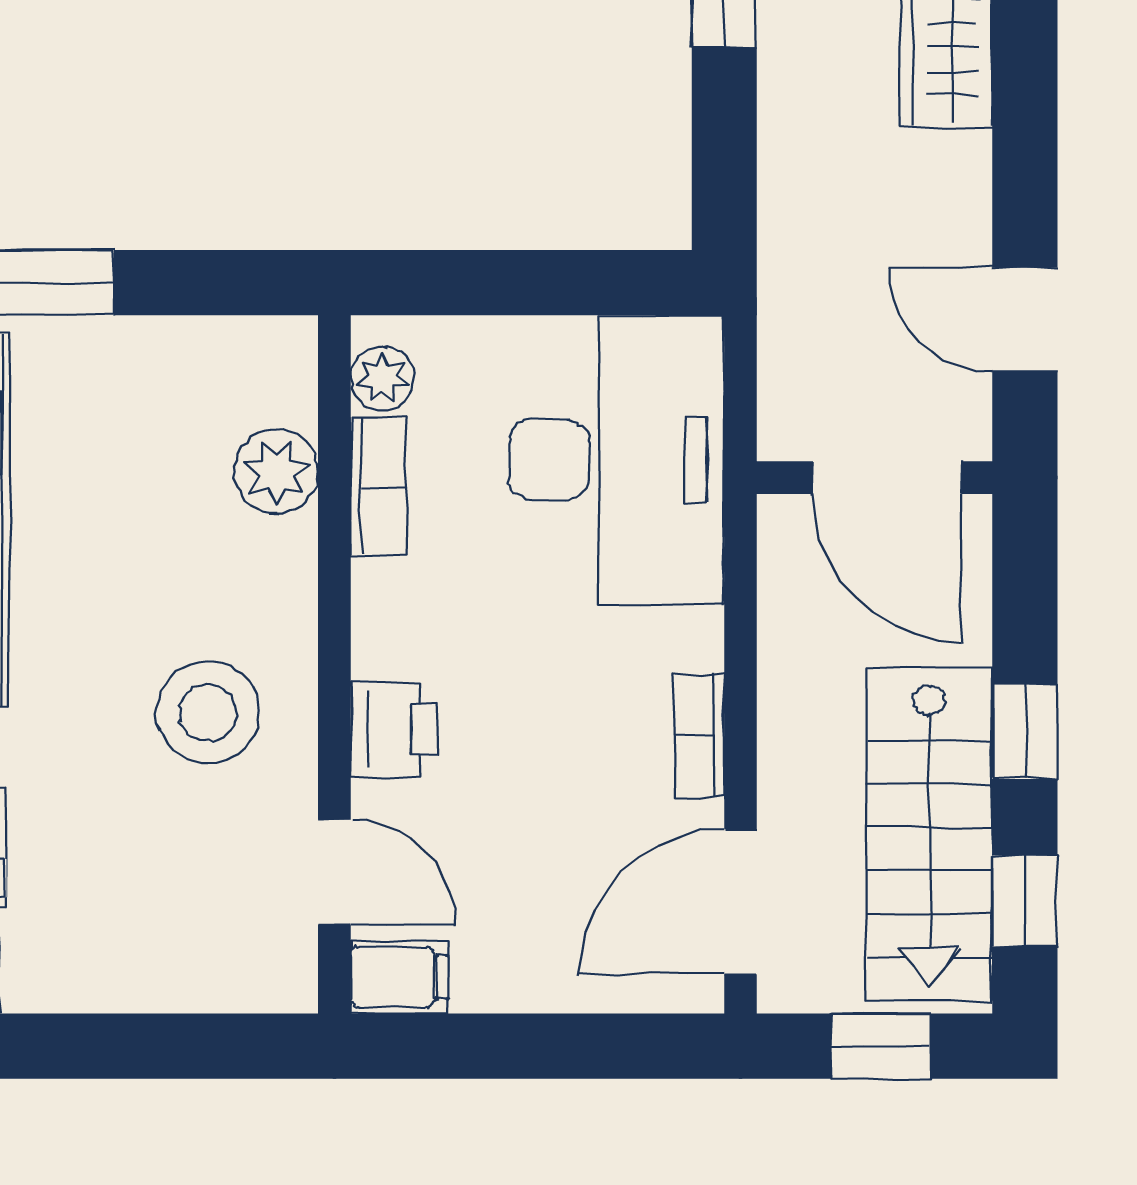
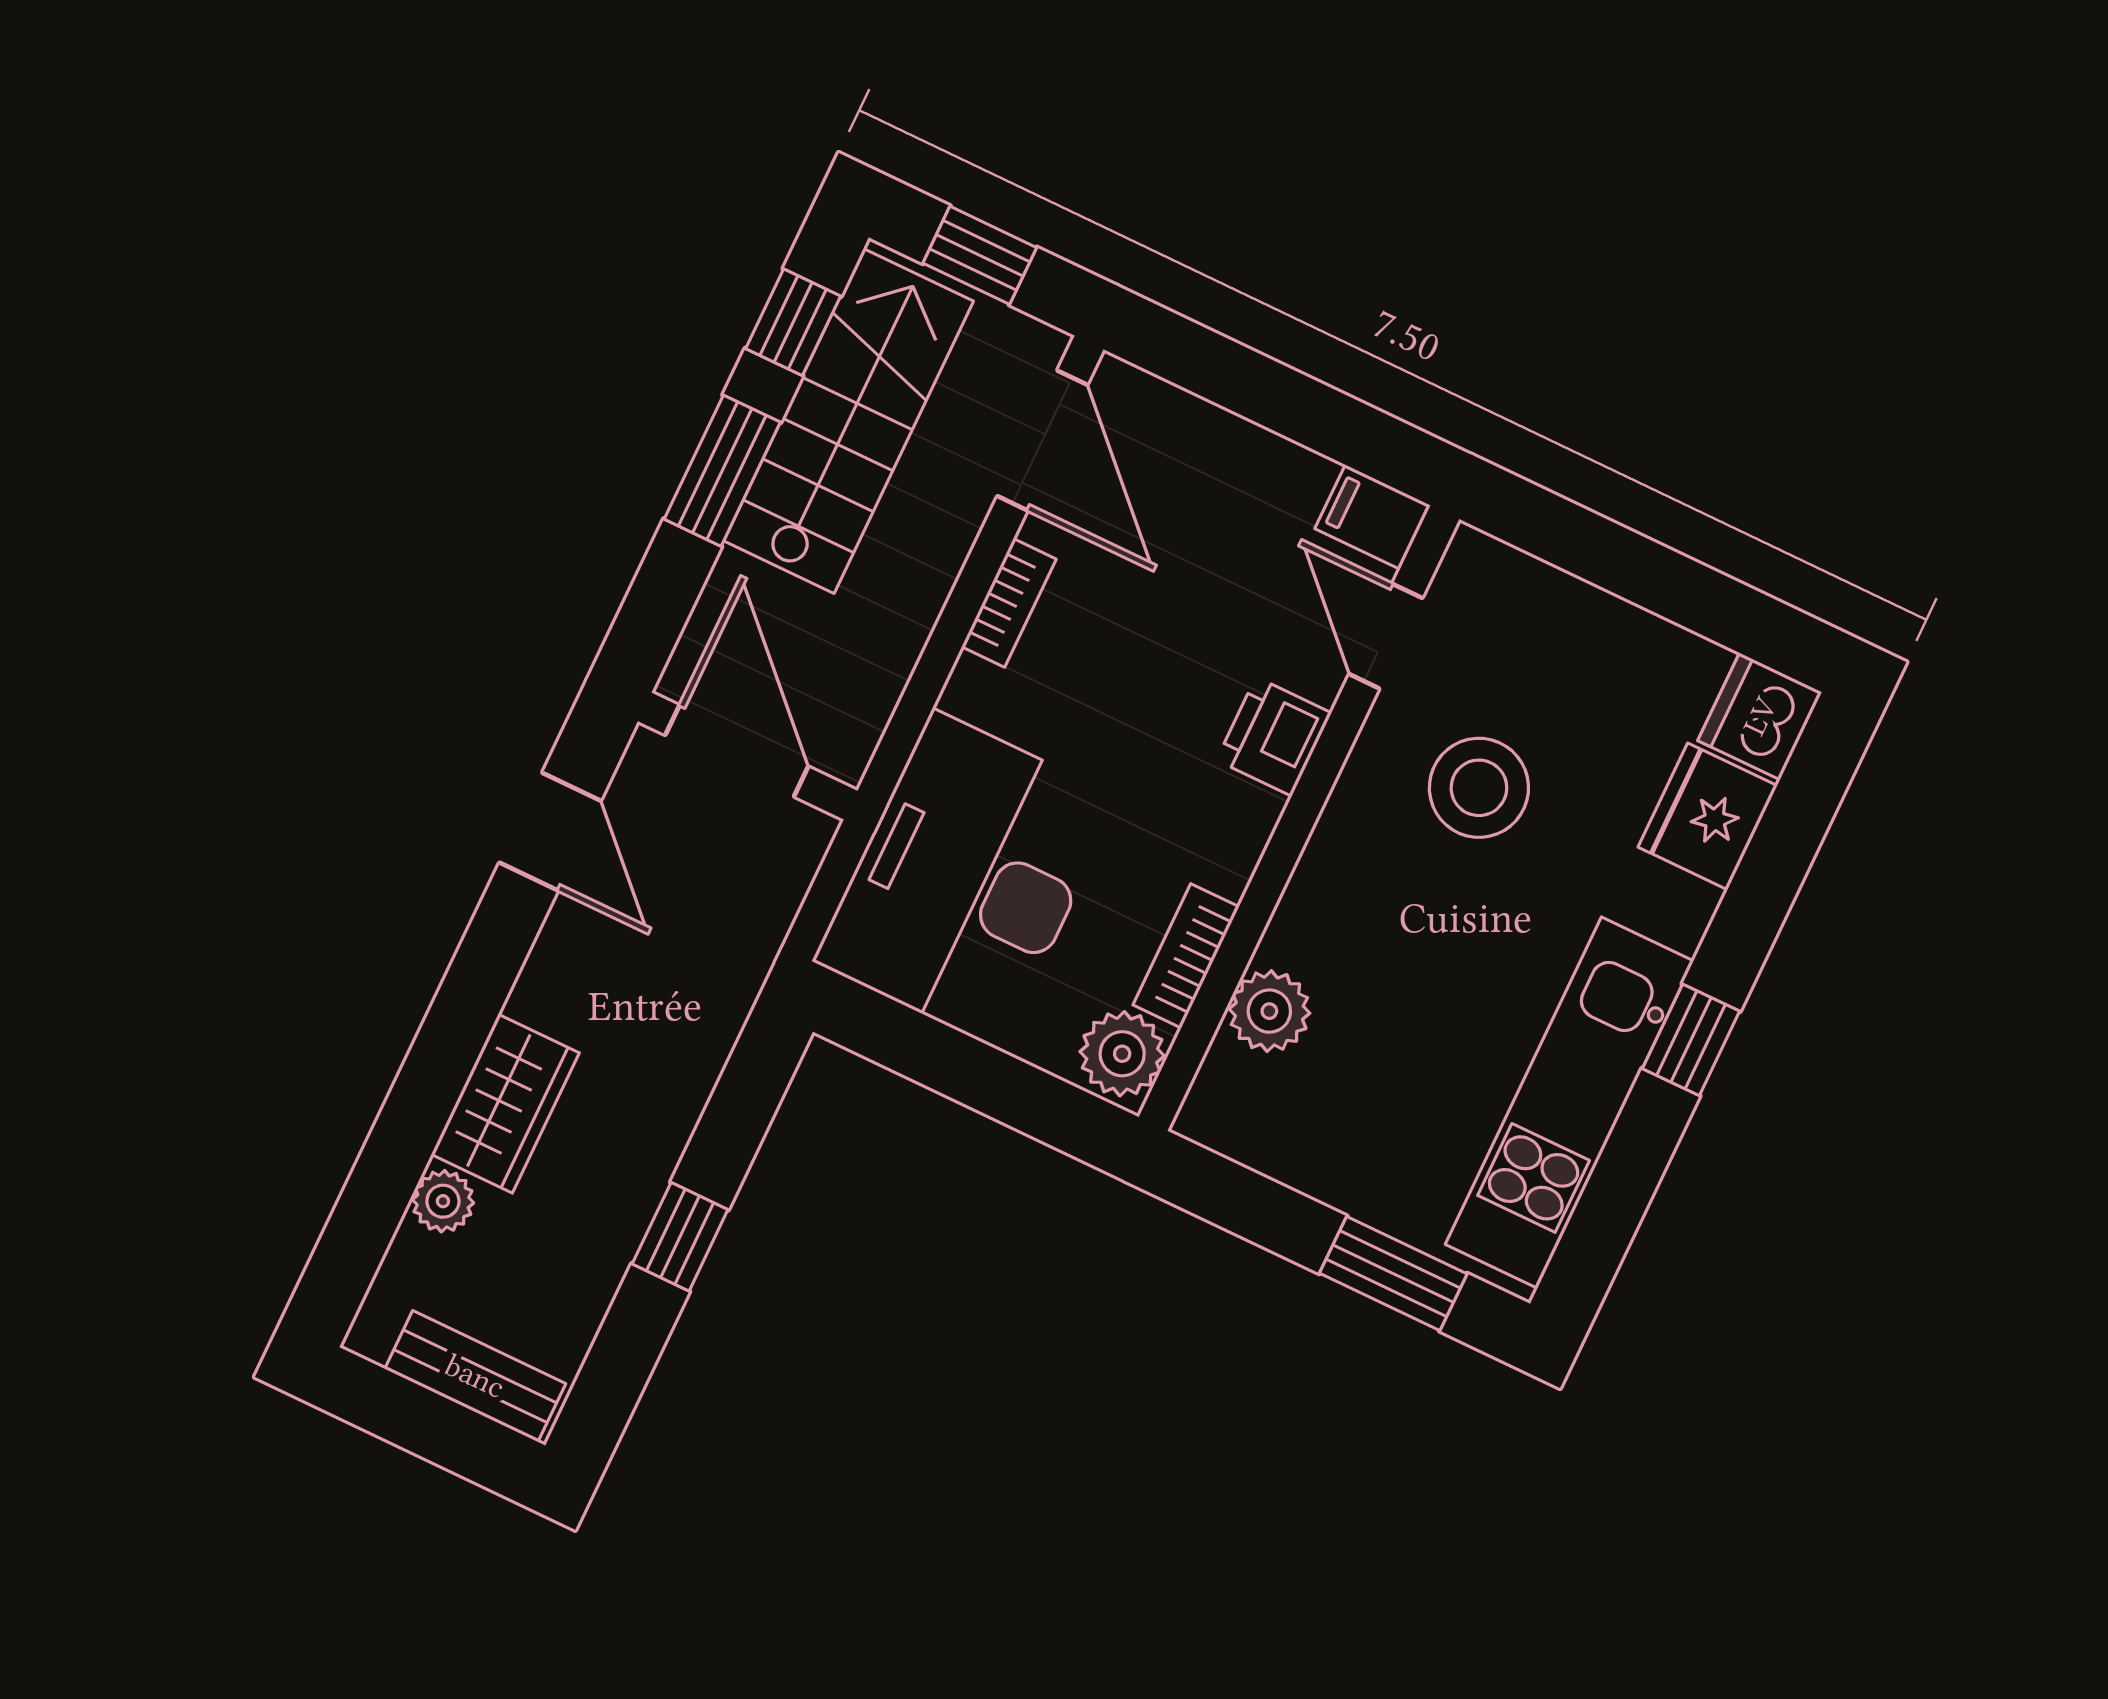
plant: (382, 379) -> (1122, 1054), width x1.38, depth x1.38
stool: (208, 713) -> (1479, 788), moved
window: (1025, 732) -> (722, 471), width x1.50
door: (740, 902) -> (1042, 440), hinge flipped

